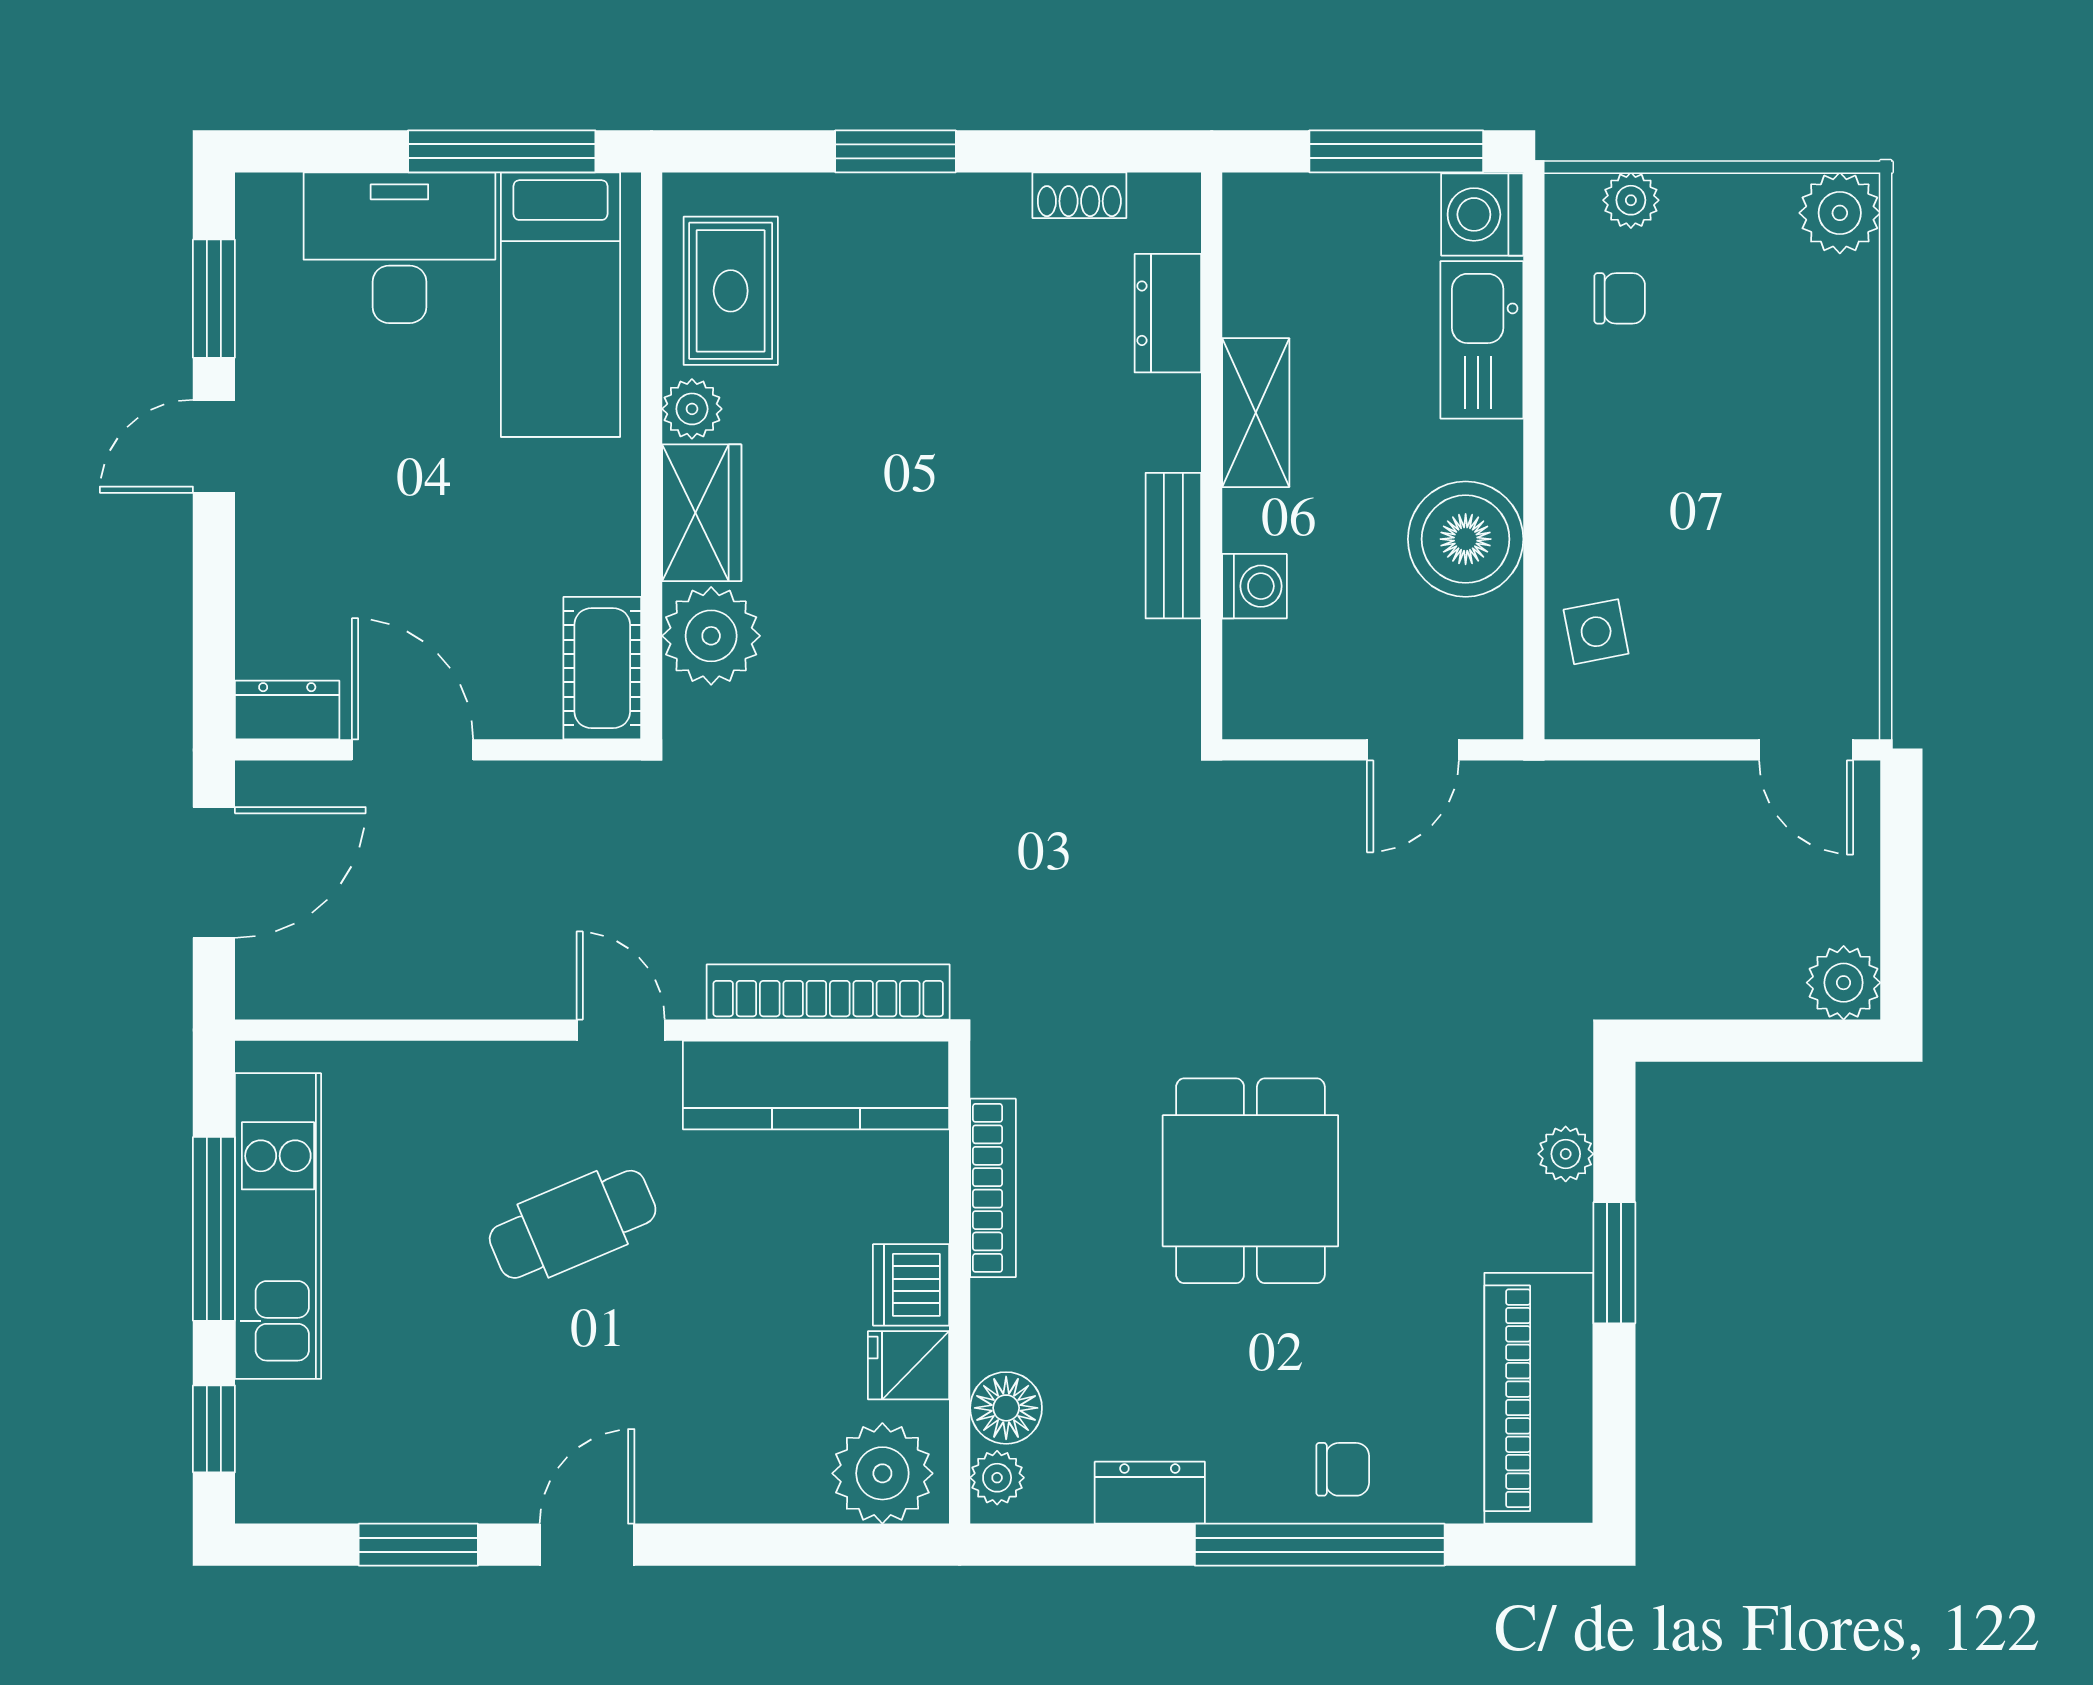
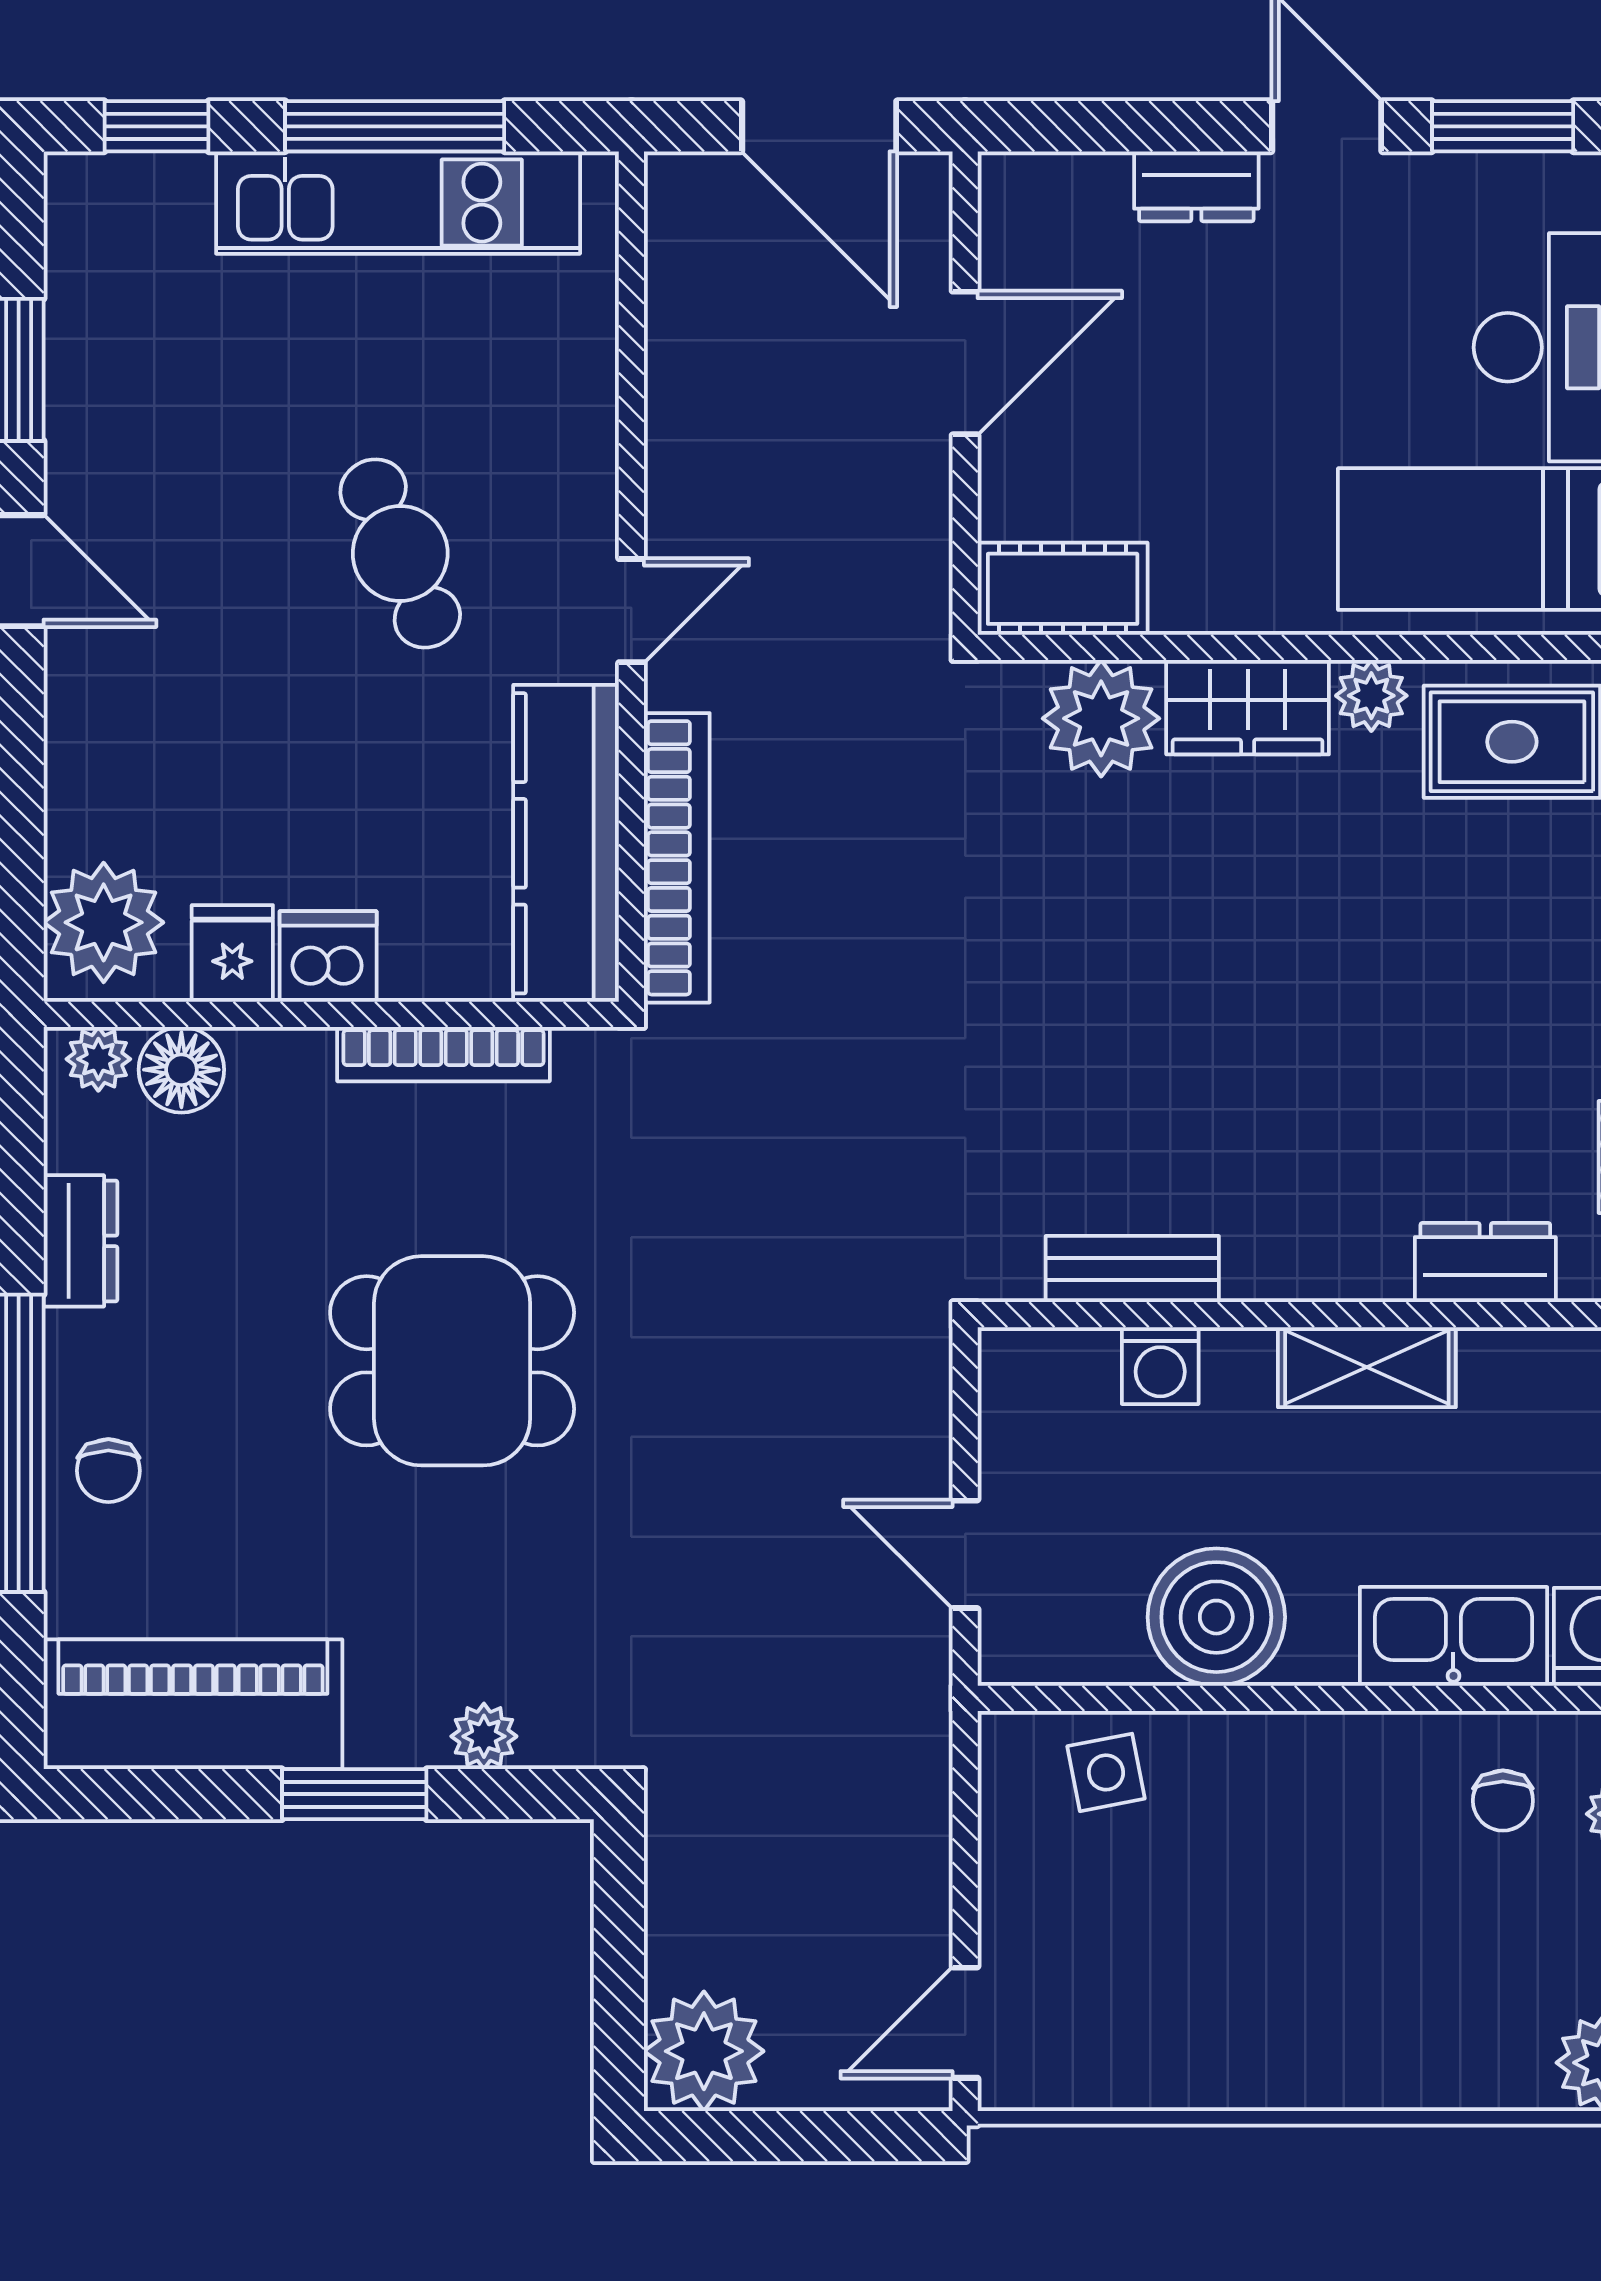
bench: (1173, 546) -> (1132, 1269), moved
dresser: (287, 710) -> (1196, 186), moved, turned 90
plant: (1844, 983) -> (704, 2051), width x1.36, depth x1.36

